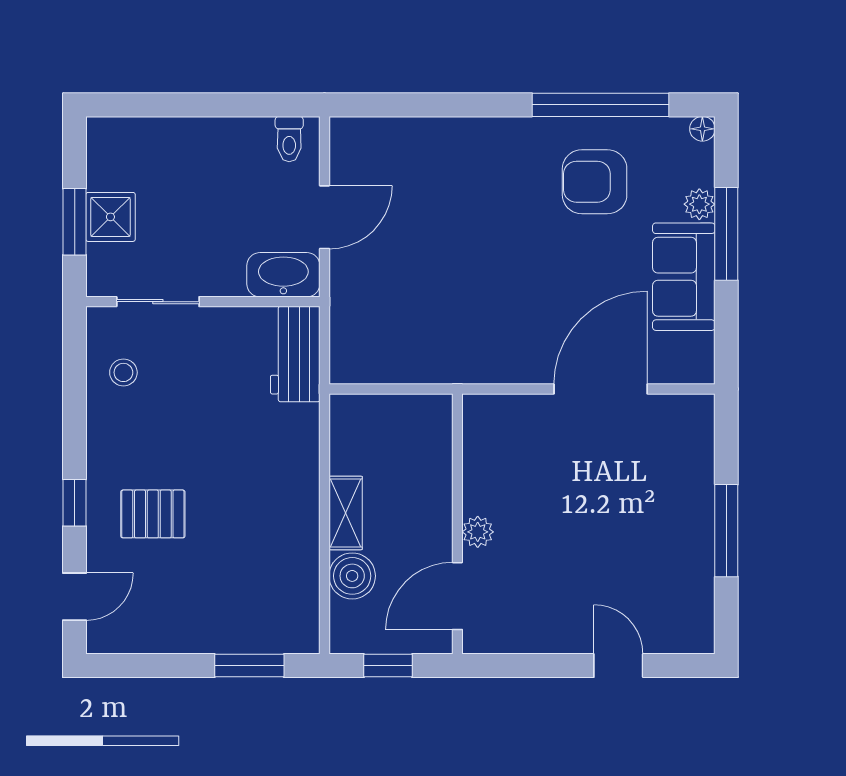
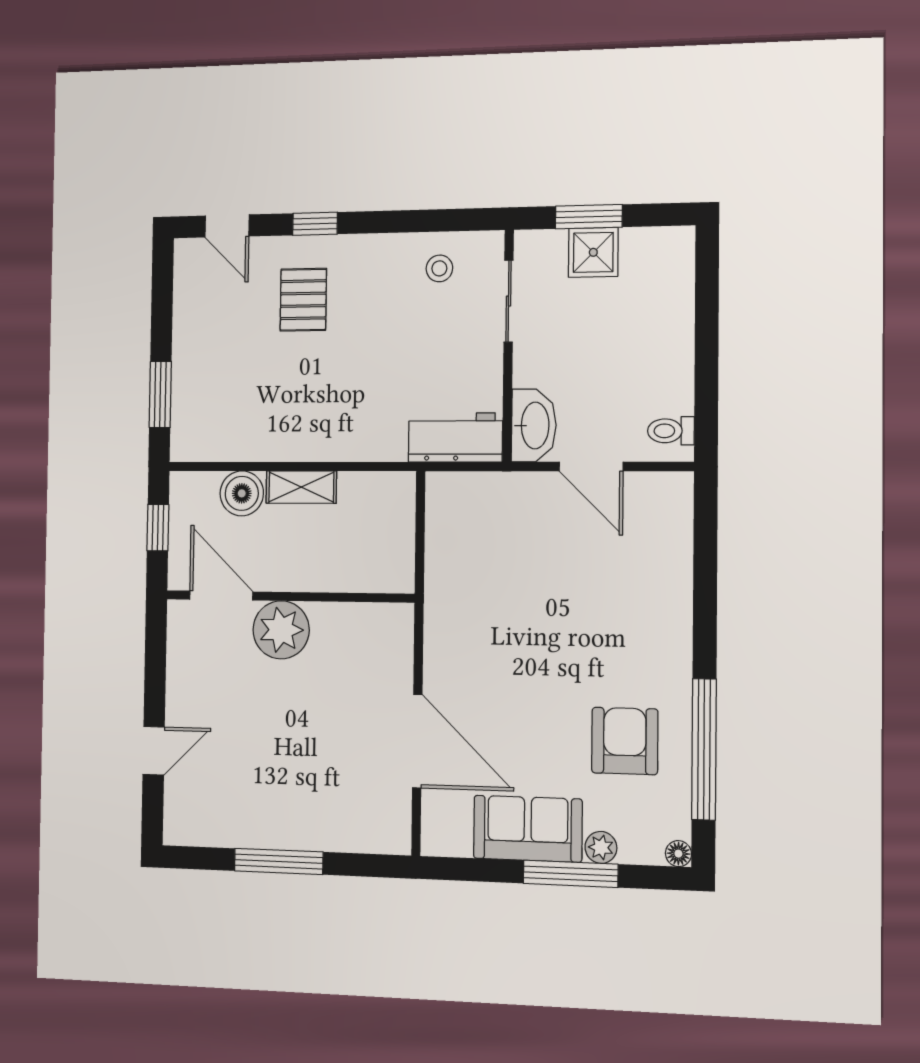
plant: (478, 532) -> (281, 630), width x1.88, depth x1.88

